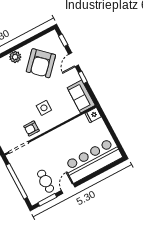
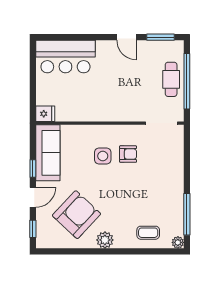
sofa: (81, 96) -> (48, 153), width x1.36
armchair: (31, 129) -> (128, 154), moved
bar counter: (93, 160) -> (65, 57), width x0.73
cafe table: (46, 181) -> (171, 79), moved
door: (68, 189) -> (127, 37), hinge flipped

